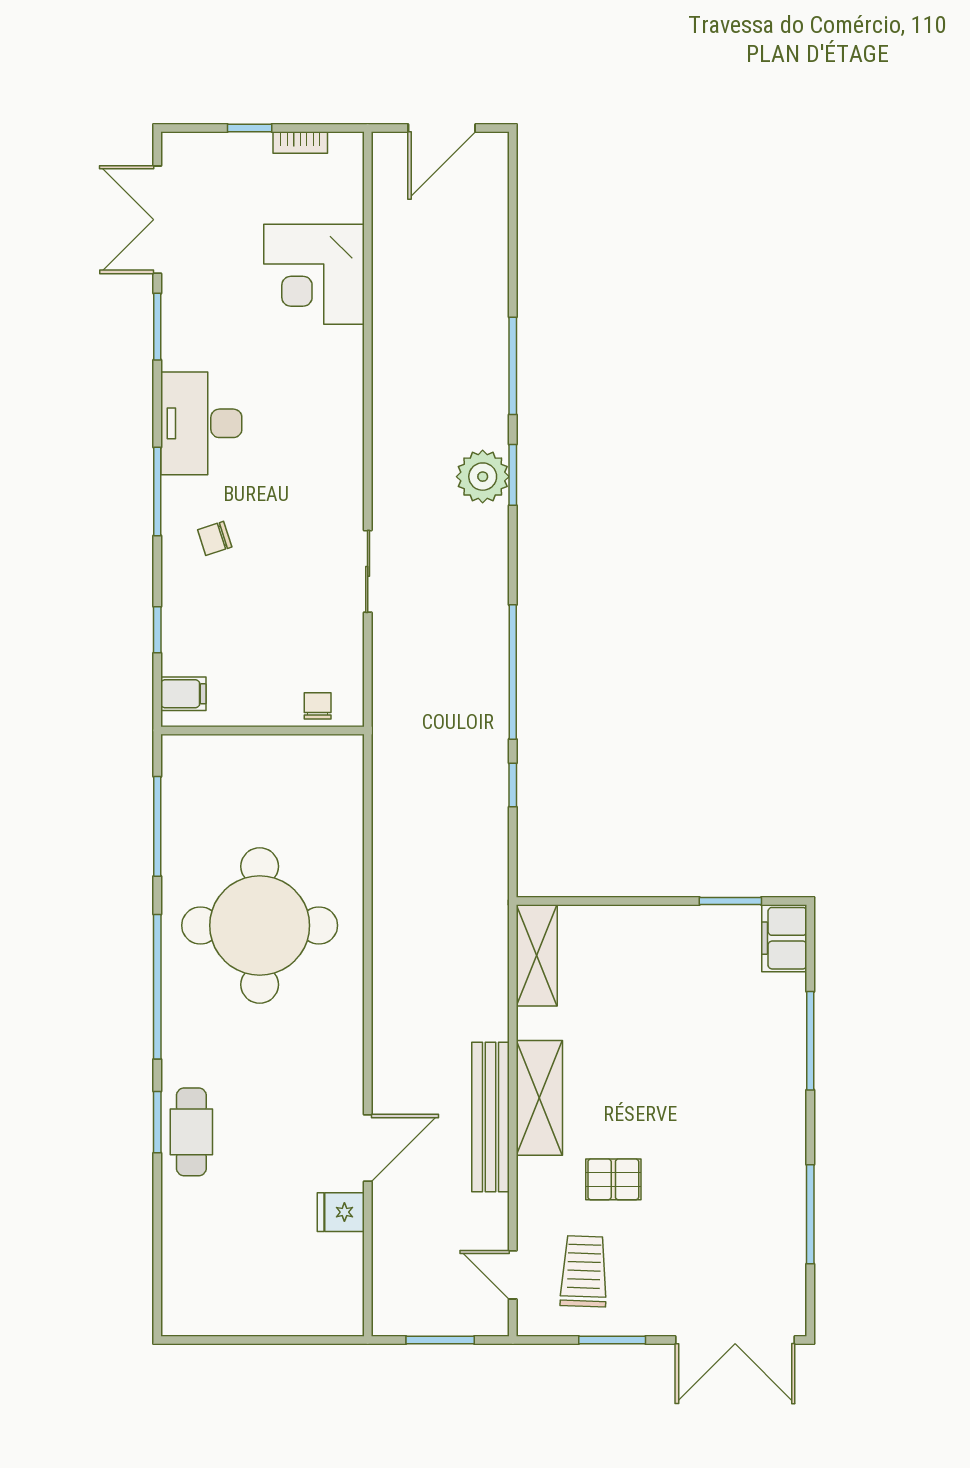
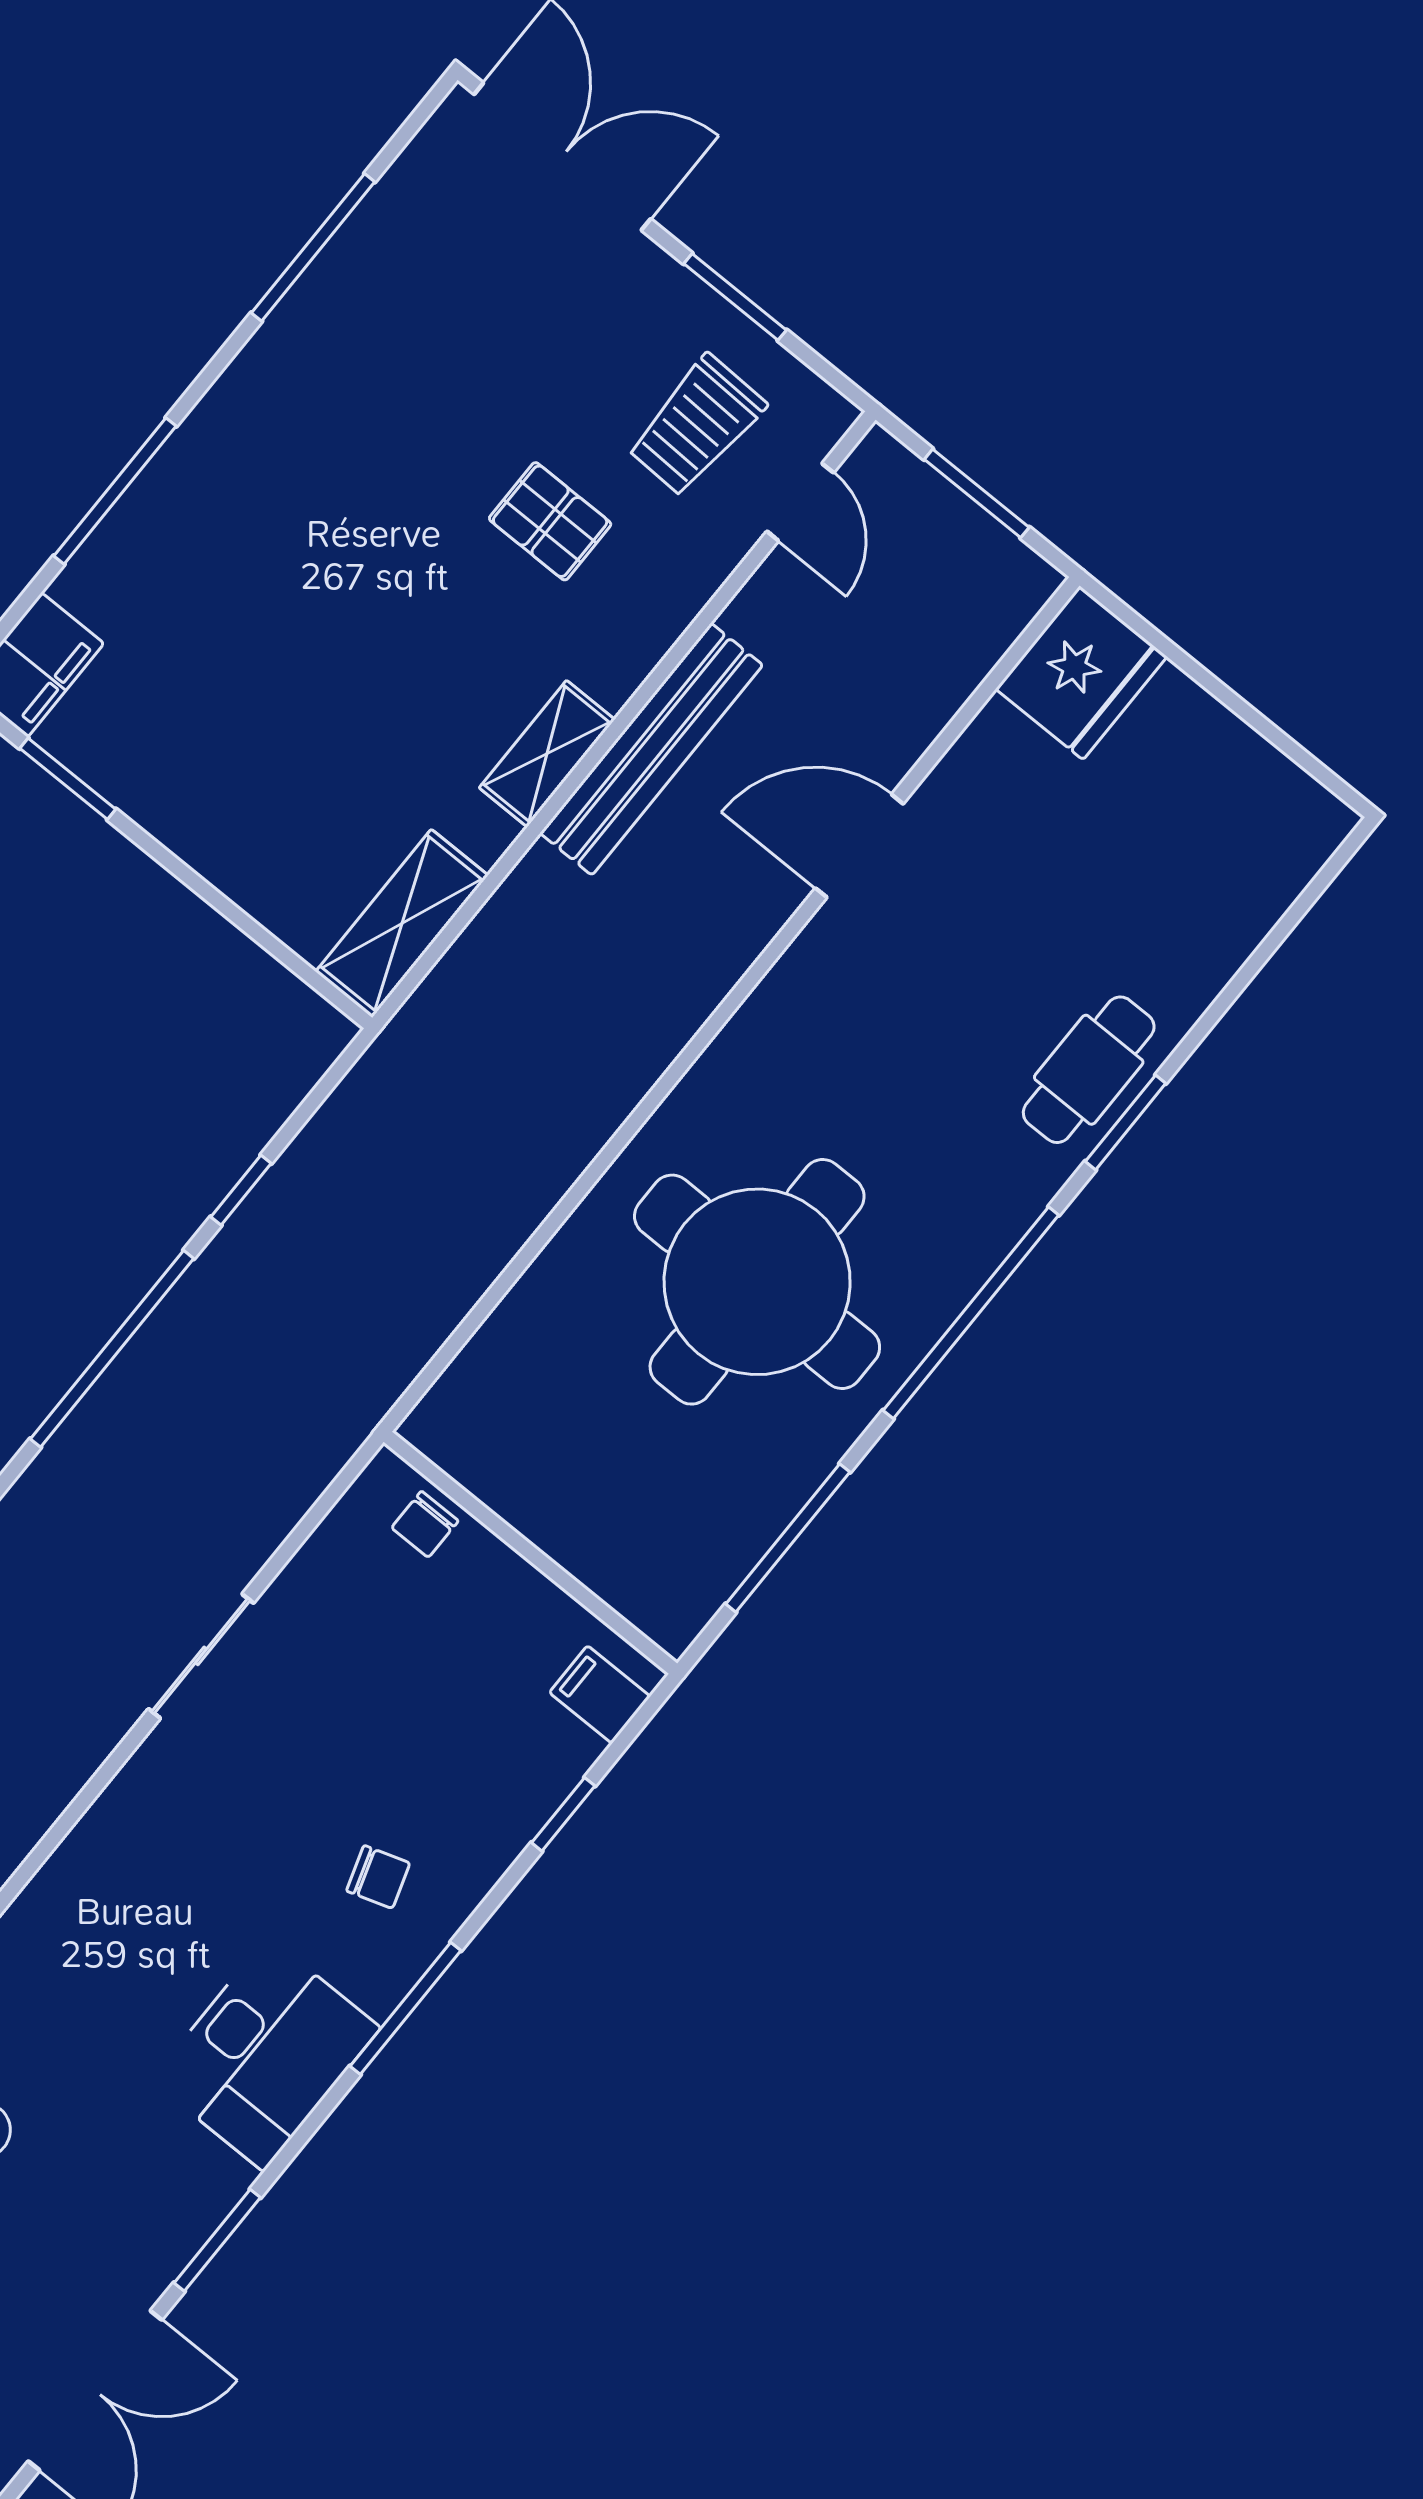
shelving: (539, 1098) -> (547, 754), width x0.67, depth x0.75
fridge: (341, 1212) -> (1081, 673), moved, width x1.88, depth x1.34

